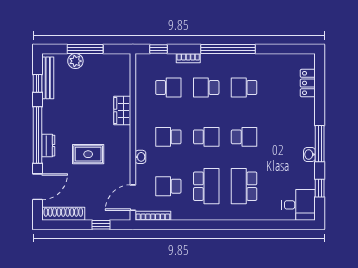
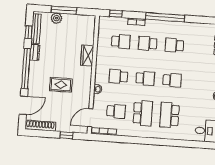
dresser: (48, 146) -> (35, 52), moved
school desk: (168, 186) -> (116, 111), turned 180

